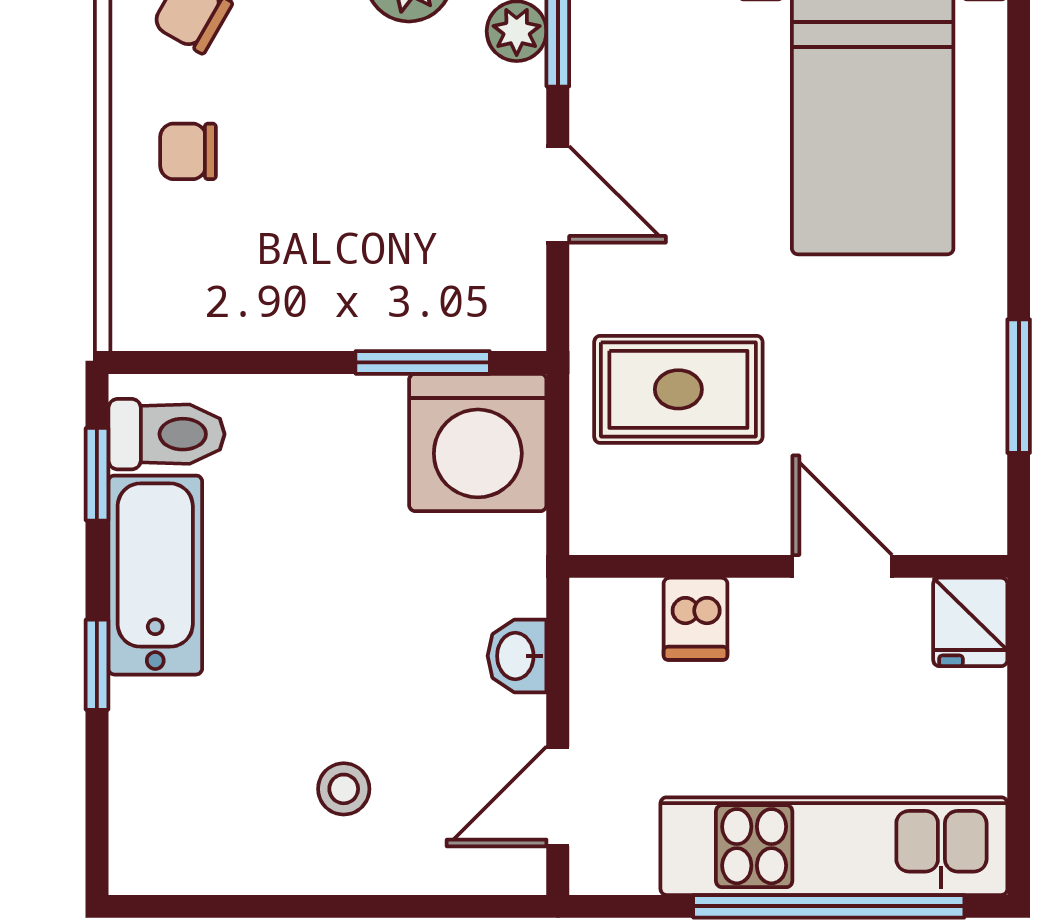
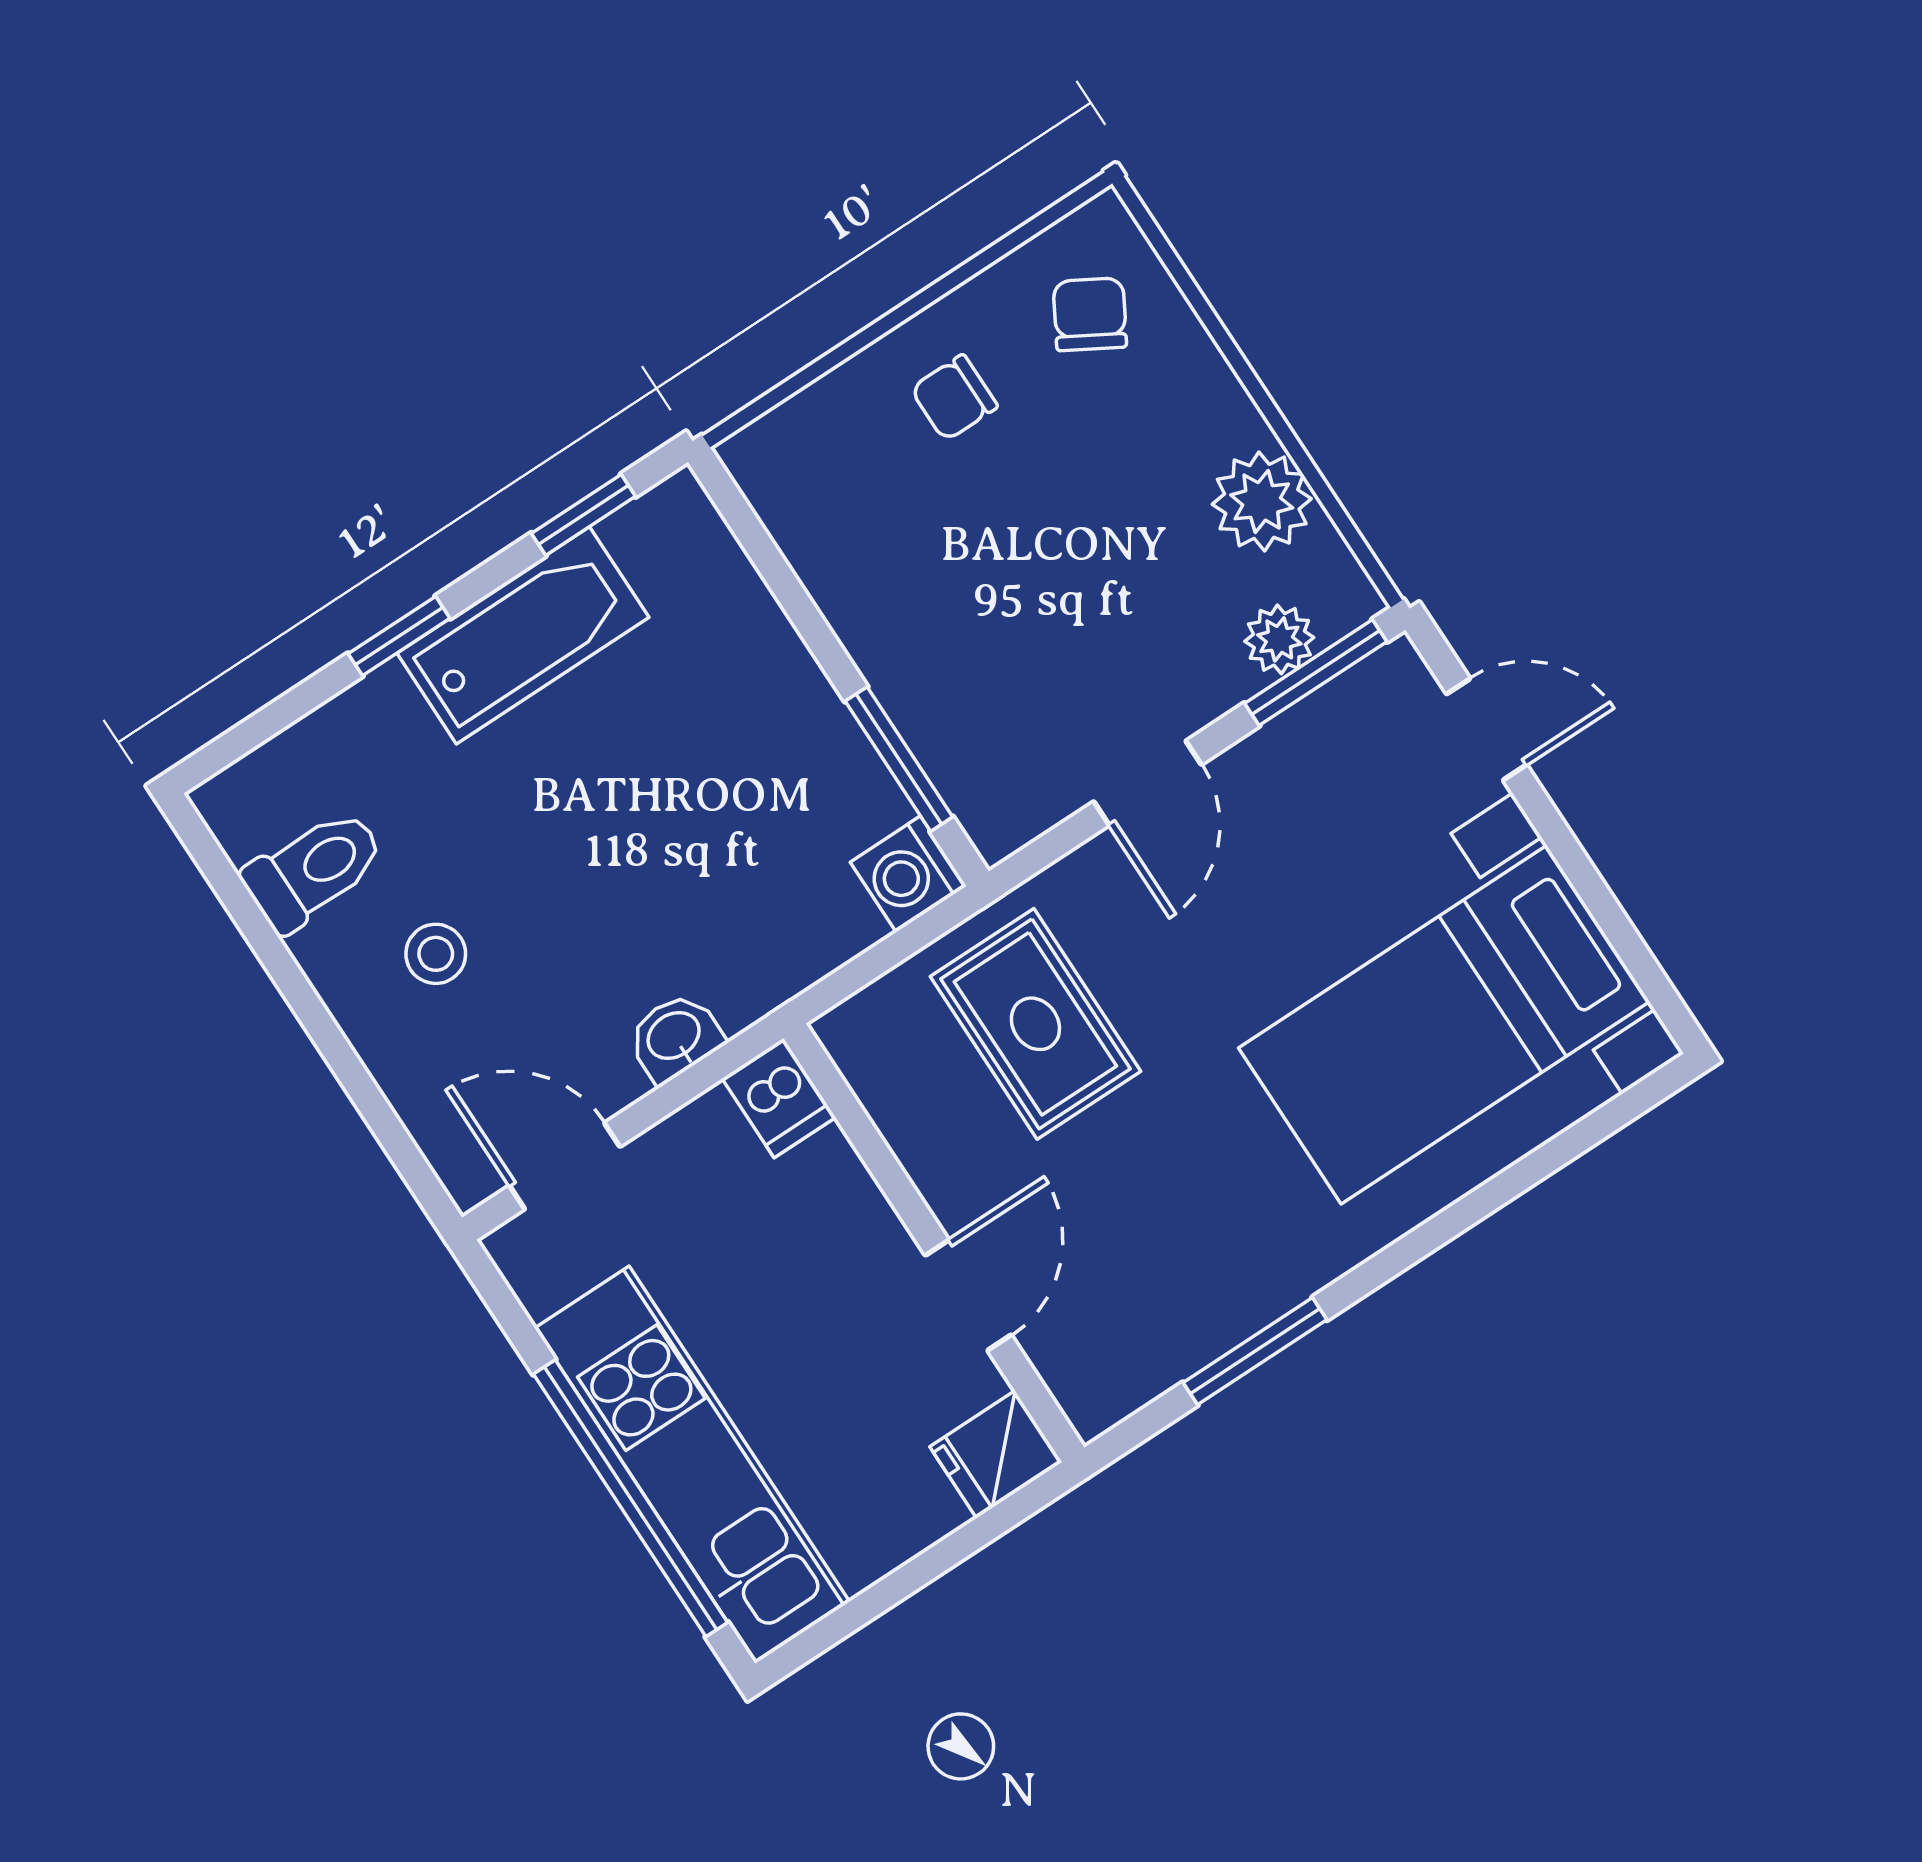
chair: (188, 151) -> (954, 398), turned -90
toilet: (166, 434) -> (314, 870), moved, turned -90
washing machine: (478, 442) -> (908, 874), width x0.53, depth x0.53
dishwasher: (696, 619) -> (779, 1098), moved, turned -90

